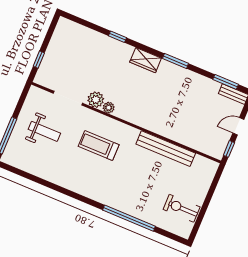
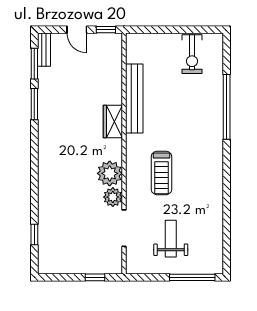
window: (118, 37) -> (34, 235), moved
wardrobe: (146, 60) -> (113, 121), moved, turned 180
window: (175, 61) -> (34, 104), moved
plant: (109, 108) -> (110, 173), width x1.88, depth x1.88

